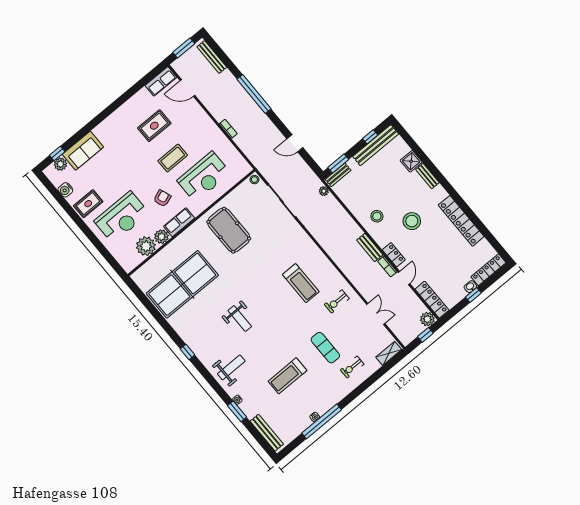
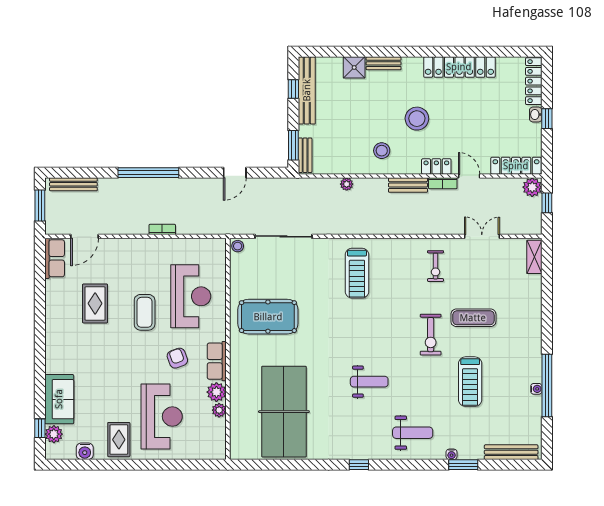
plant: (324, 191) -> (347, 184), moved
plant: (146, 246) -> (219, 410), width x0.53, depth x0.53
treadmill: (301, 283) -> (357, 273), moved, turned 90
weight bench: (231, 367) -> (413, 433), turned 90
exercise bike: (352, 367) -> (431, 335), moved, width x1.38, depth x1.39

